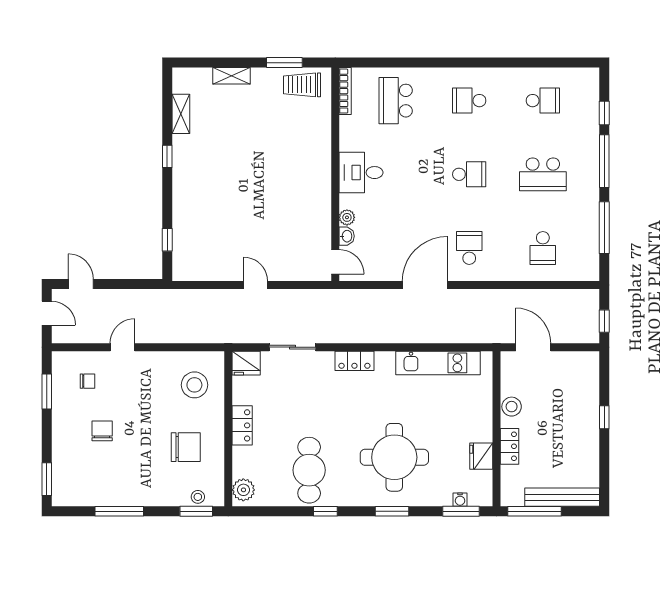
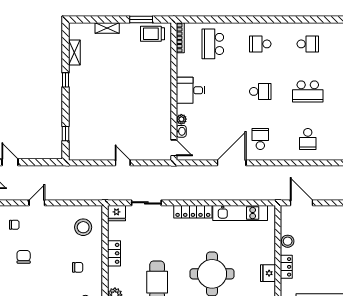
locker: (354, 361) -> (193, 212), width x1.53
chair: (186, 447) -> (78, 267), width x0.54, depth x0.54

